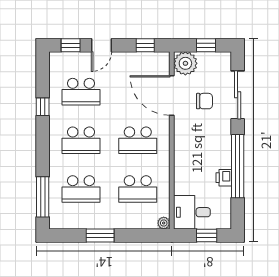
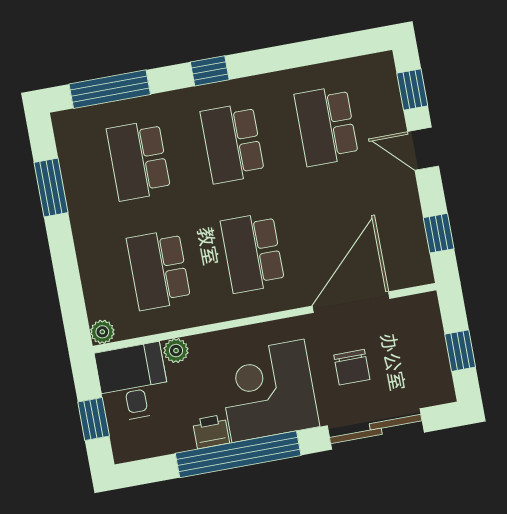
plant: (185, 63) -> (176, 351), moved, width x0.53, depth x0.53
window: (43, 107) -> (210, 71), moved
corner desk: (209, 145) -> (268, 391), added
window: (100, 235) -> (51, 188), moved

